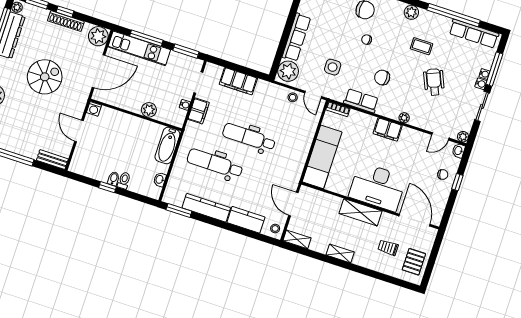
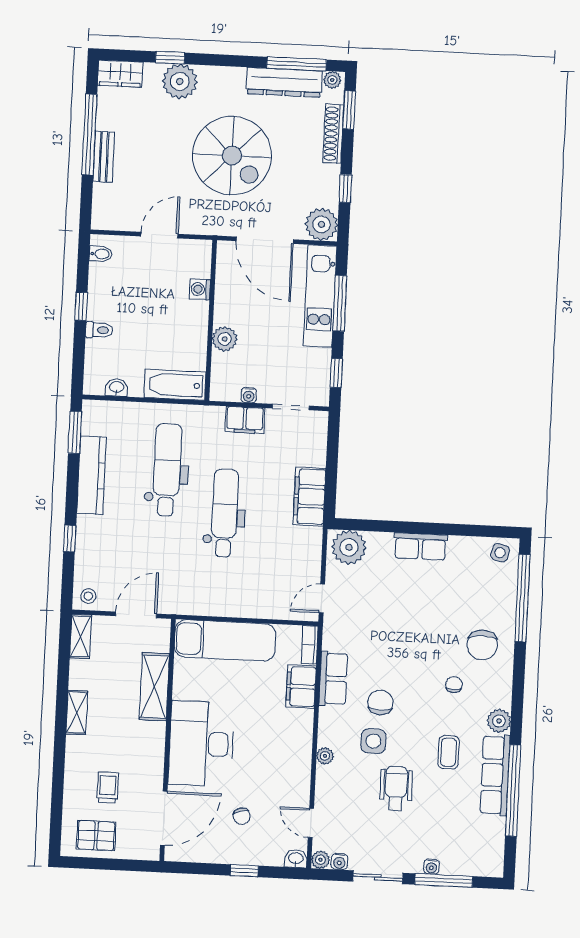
window: (65, 12) -> (345, 189), moved
shoe rack: (66, 21) -> (333, 134), moved
row of seats: (474, 34) -> (495, 775), moved
row of seats: (296, 37) -> (420, 546), width x0.68
chair: (367, 40) -> (454, 685), moved
window: (186, 51) -> (336, 373), width x0.67
side table: (333, 67) -> (373, 741), moved
spiral stairs: (45, 77) -> (232, 156), width x1.37, depth x1.37
filing cabinet: (238, 81) -> (309, 497), moved
wheelchair: (434, 82) -> (396, 788), turned -67
water cooler: (481, 84) -> (339, 862), moved
stool: (293, 97) -> (309, 566), removed
washing machine: (94, 109) -> (200, 289), moved
filing cabinet: (388, 129) -> (301, 687), moved
bench: (52, 160) -> (104, 157), moved
chair: (443, 174) -> (242, 816), moved
bidet: (114, 179) -> (101, 254), moved
shelving: (361, 212) -> (154, 687), moved
kitchen counter: (246, 220) -> (90, 545), removed
window: (239, 230) -> (70, 539), added

